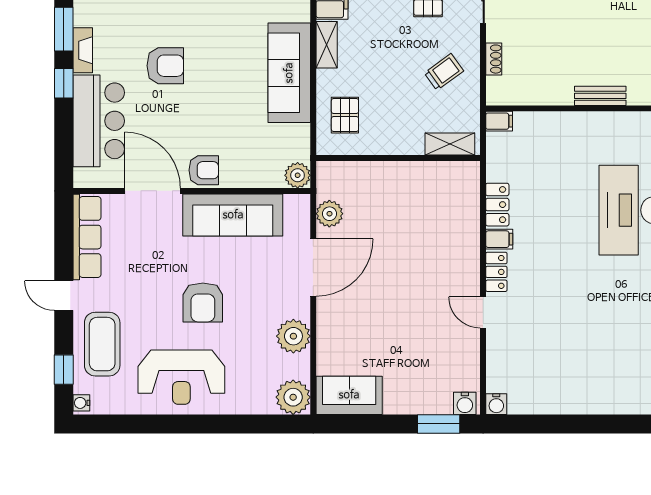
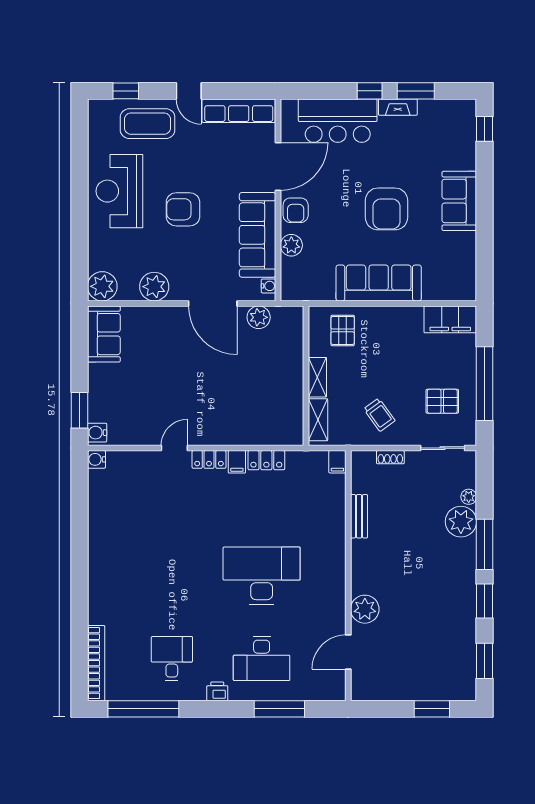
shelving: (327, 45) -> (317, 377), moved, turned 90
armchair: (165, 66) -> (387, 209), moved, width x1.36, depth x1.36
bench: (600, 96) -> (359, 516), moved
pallet: (345, 115) -> (343, 330), turned 90
plant: (298, 175) -> (291, 245), moved
door: (64, 296) -> (189, 91), swing flipped
water cooler: (81, 403) -> (268, 286), moved, turned 90

